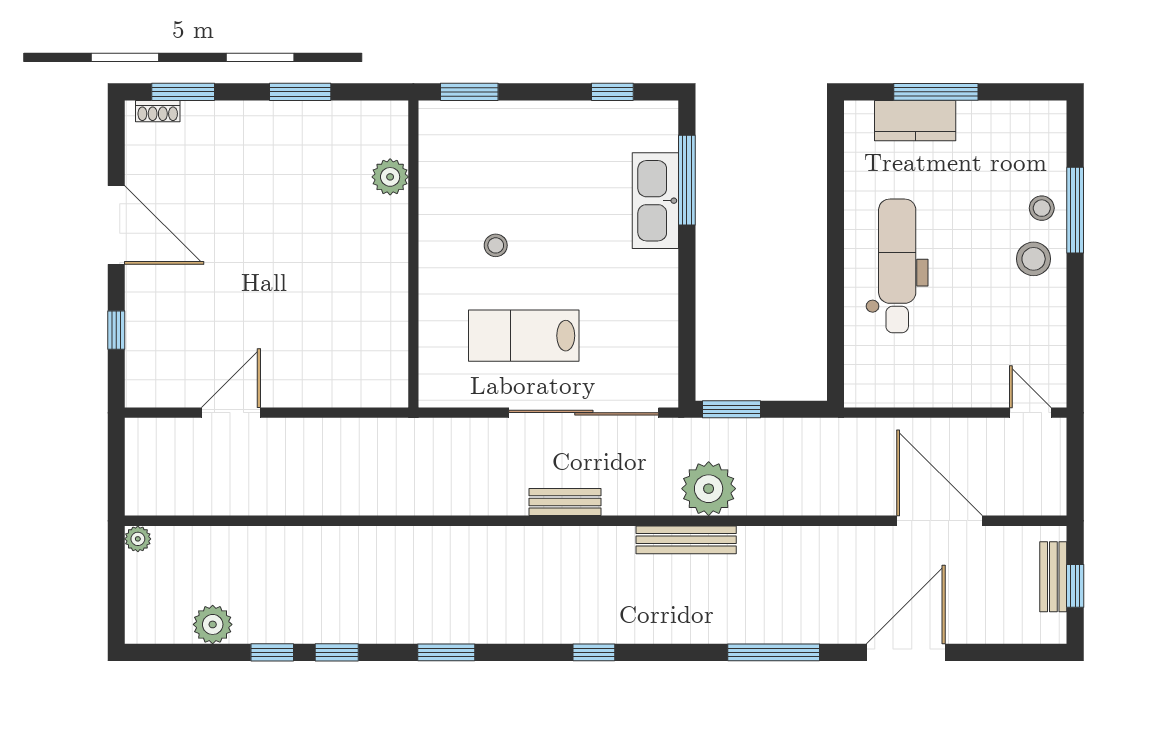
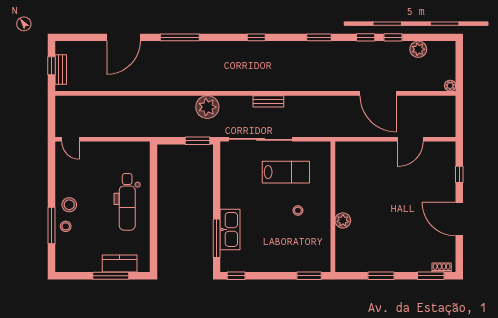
window: (612, 92) -> (236, 276), moved
plant: (390, 177) -> (343, 220), moved
door: (939, 521) -> (378, 93), moved
bench: (686, 540) -> (217, 85), removed

